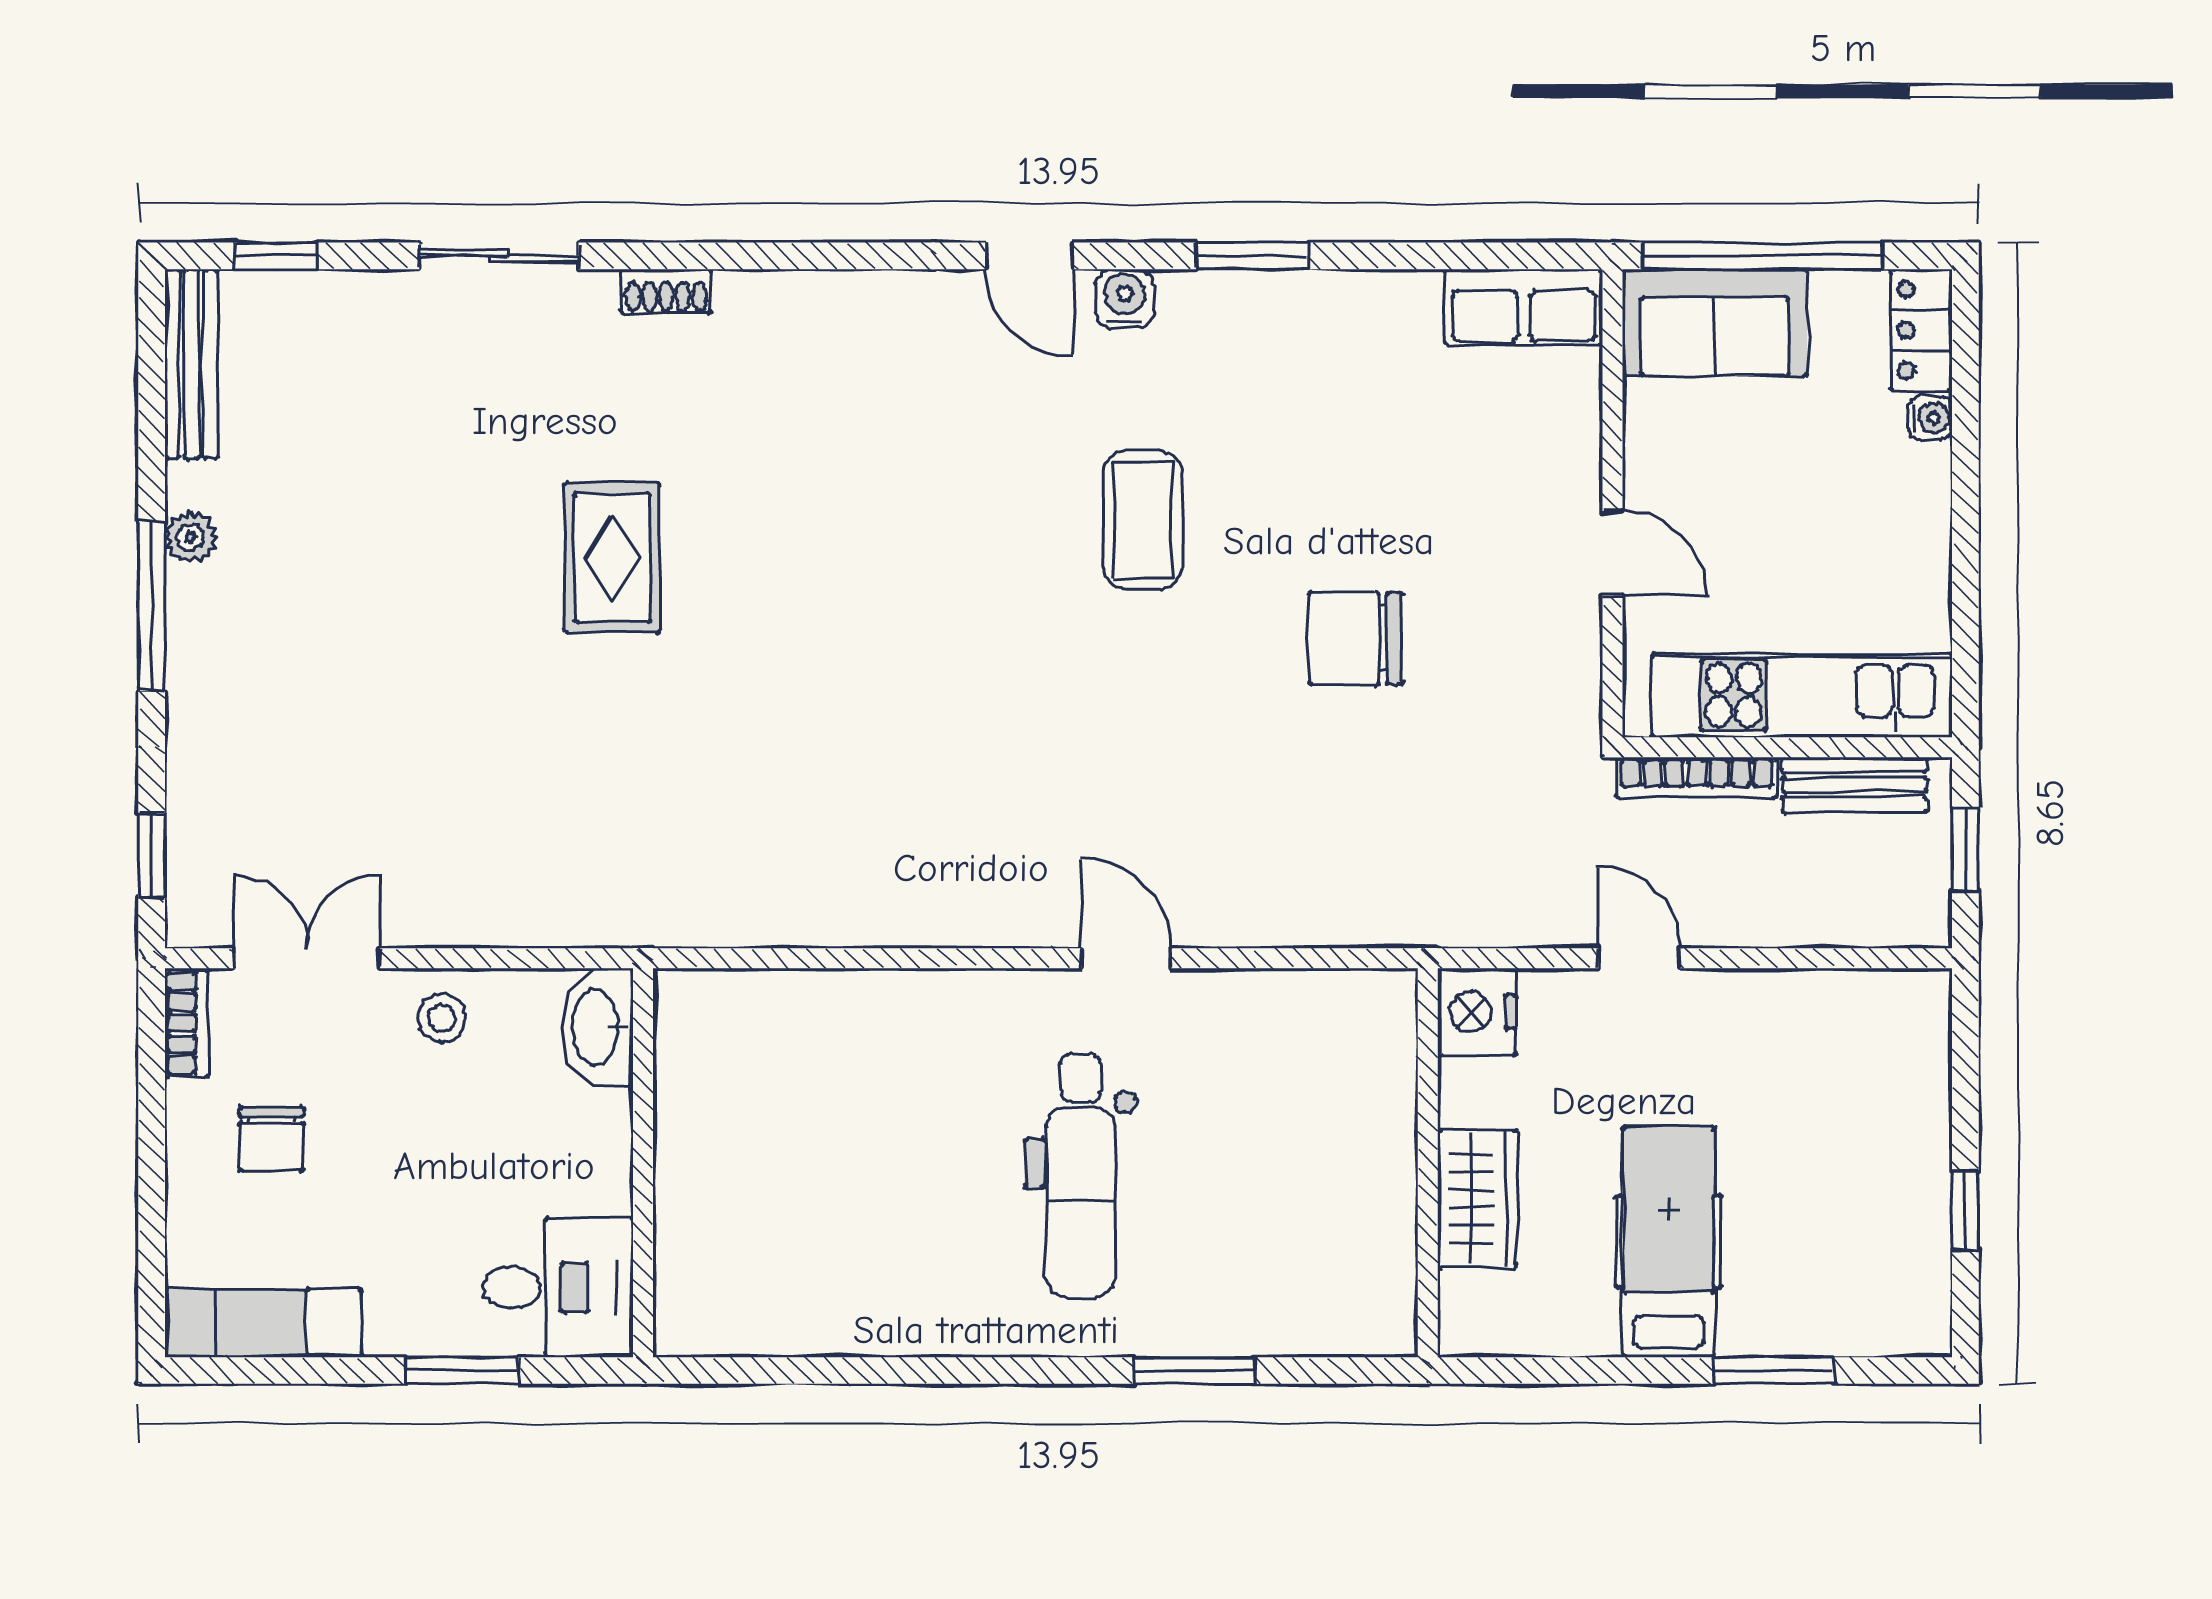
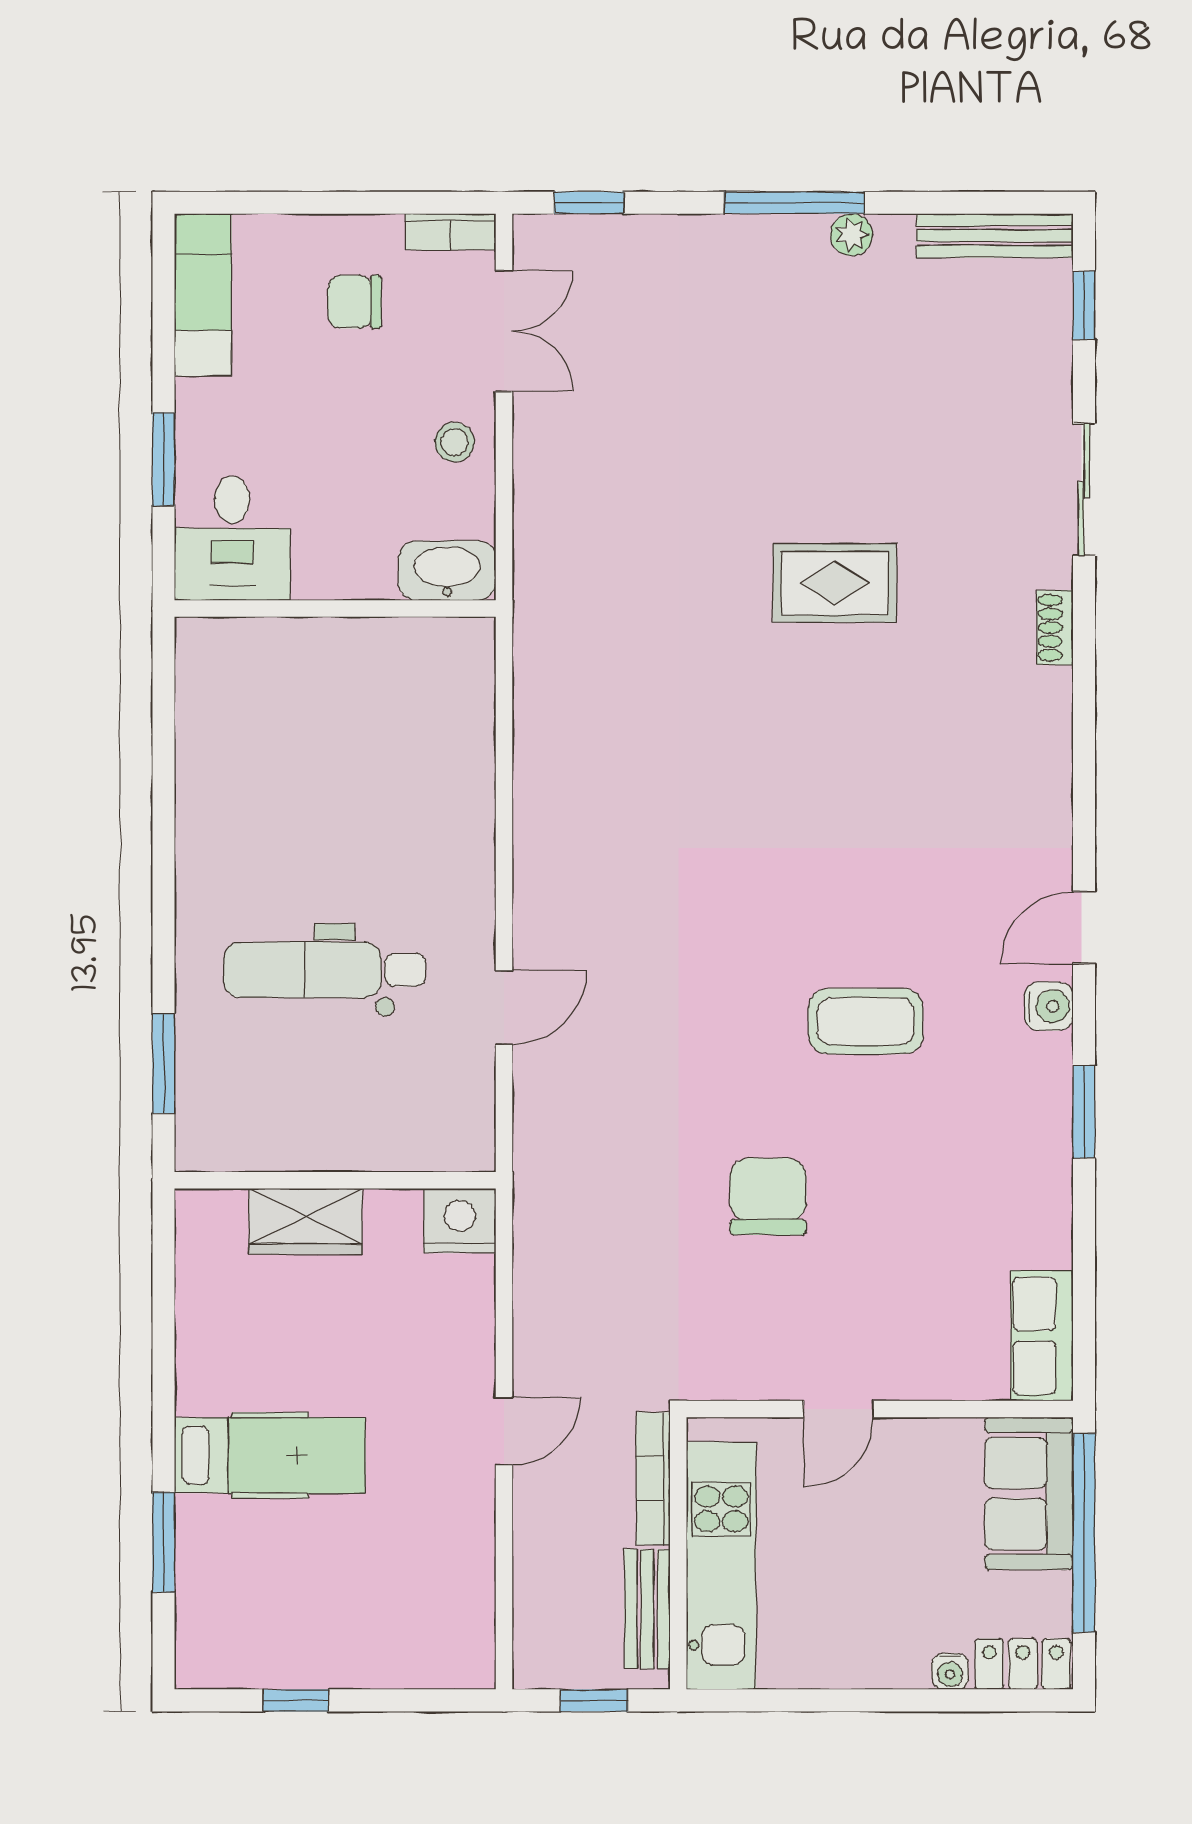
nightstand: (1477, 1012) -> (460, 1221), moved
wall: (1428, 1163) -> (335, 1180), moved
wardrobe: (1478, 1199) -> (305, 1221), moved

